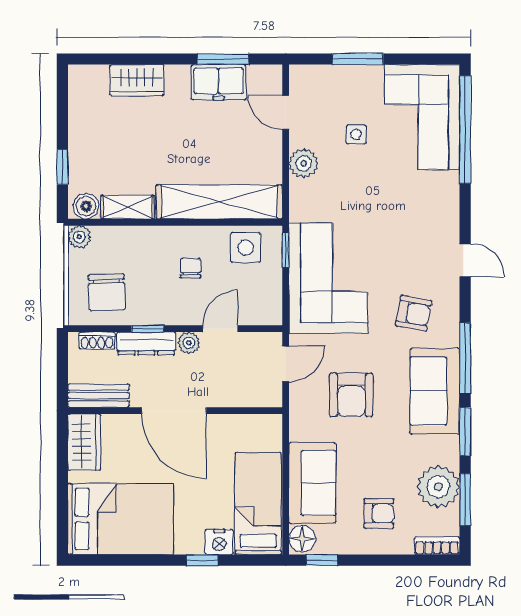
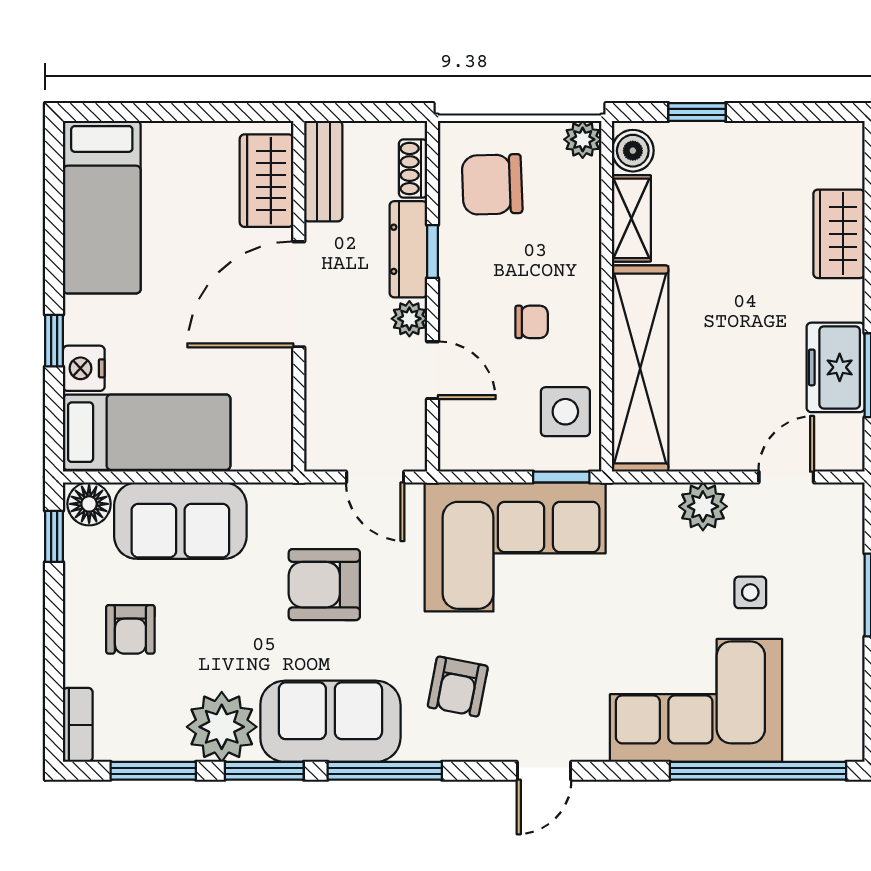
corner sofa: (422, 117) -> (696, 700), moved
wardrobe: (84, 442) -> (266, 181), moved, turned 90
plant: (438, 487) -> (222, 727), moved
bed: (121, 519) -> (102, 207), width x0.67

